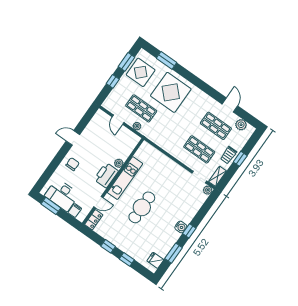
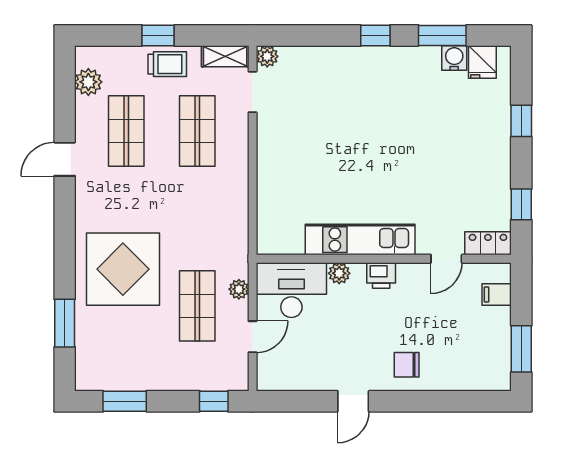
display table: (141, 72) -> (125, 358), removed
window: (113, 81) -> (214, 401), moved
door: (230, 105) -> (65, 159), moved
door: (73, 138) -> (353, 401), hinge flipped
printer: (106, 175) -> (381, 275), width x0.53, depth x0.68
desk: (62, 195) -> (291, 290), moved, turned -90
door: (98, 202) -> (446, 259), swing flipped
cafe table: (142, 207) -> (395, 164), removed
water cooler: (181, 227) -> (454, 58), moved
window: (108, 246) -> (521, 204), moved

